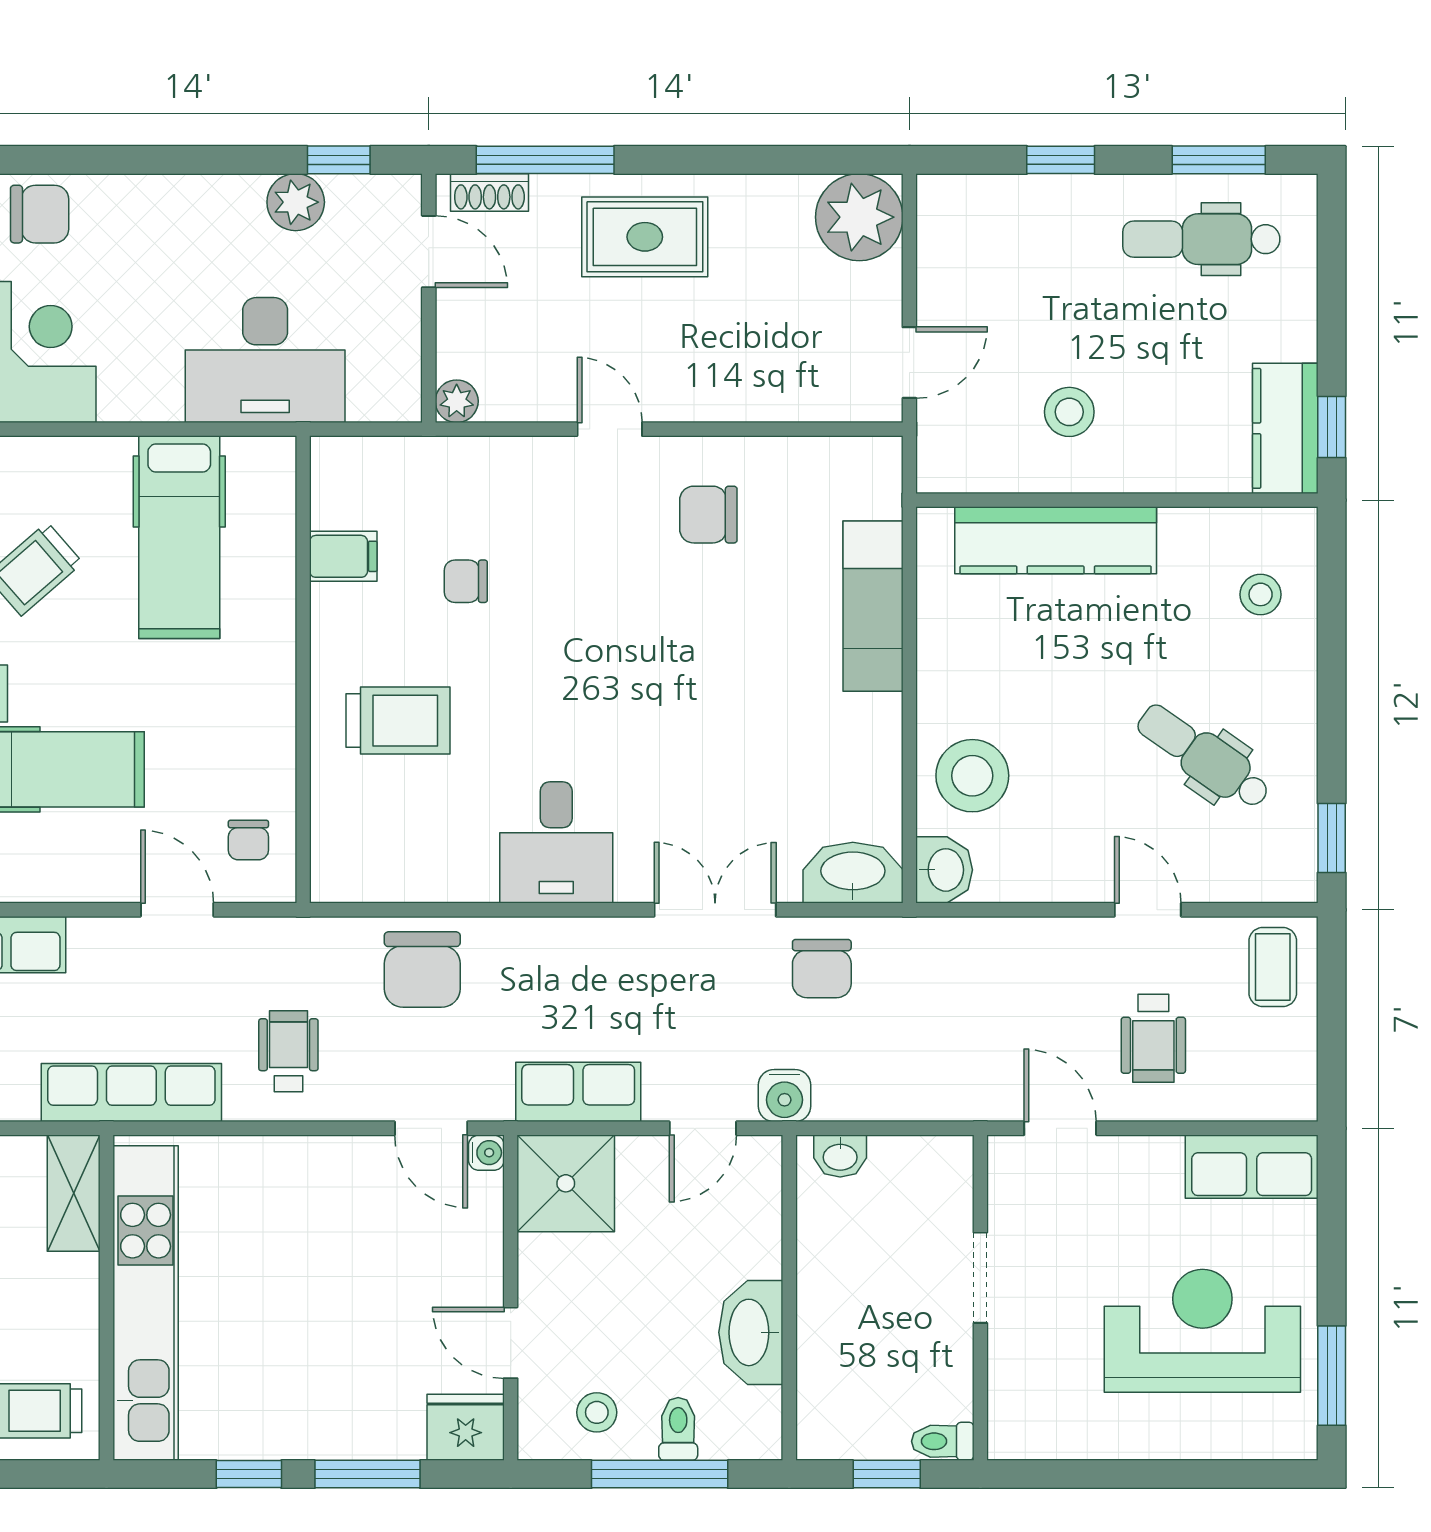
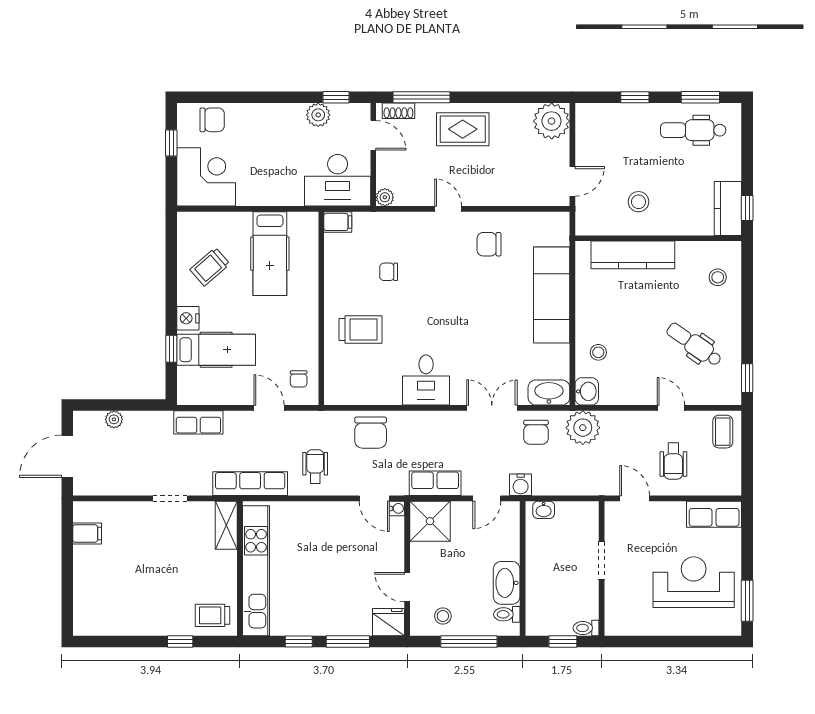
desk: (265, 360) -> (338, 180), moved
filing cabinet: (343, 556) -> (338, 222), moved
exam couch: (873, 606) -> (552, 295), width x1.36, depth x1.45
stool: (972, 776) -> (598, 352), width x0.53, depth x0.53
plant: (935, 957) -> (583, 428), added
toilet: (678, 1429) -> (507, 614), moved, turned -90

